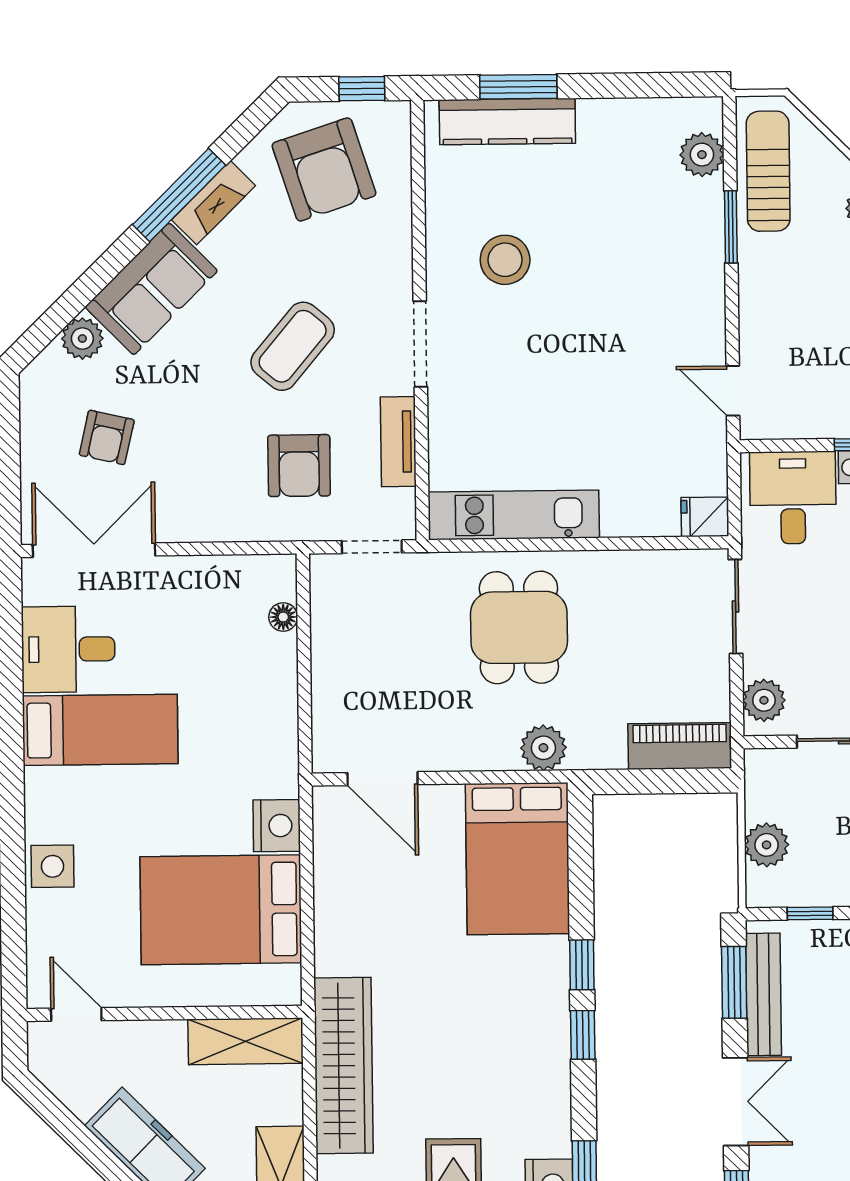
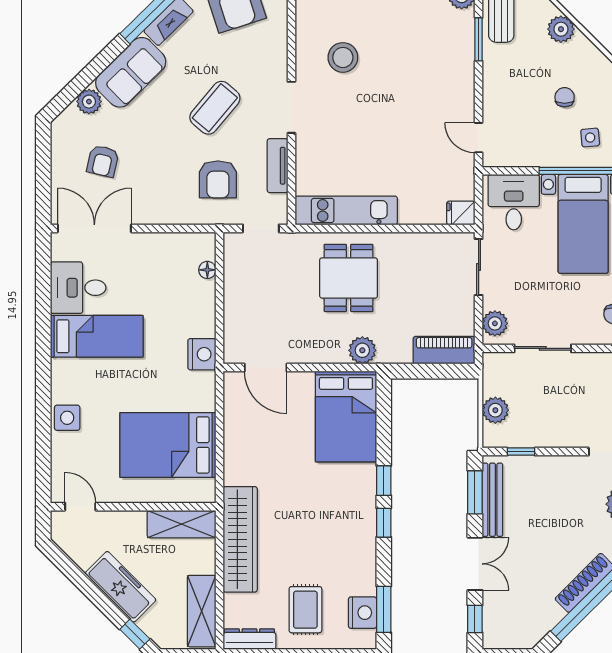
nightstand: (277, 826) -> (202, 354), moved

